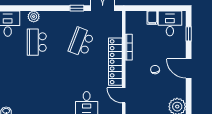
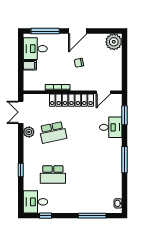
window: (77, 8) -> (21, 170), moved
plant: (34, 17) -> (29, 132), moved
window: (189, 34) -> (45, 31), width x2.17
school desk: (81, 42) -> (53, 132), turned -33

